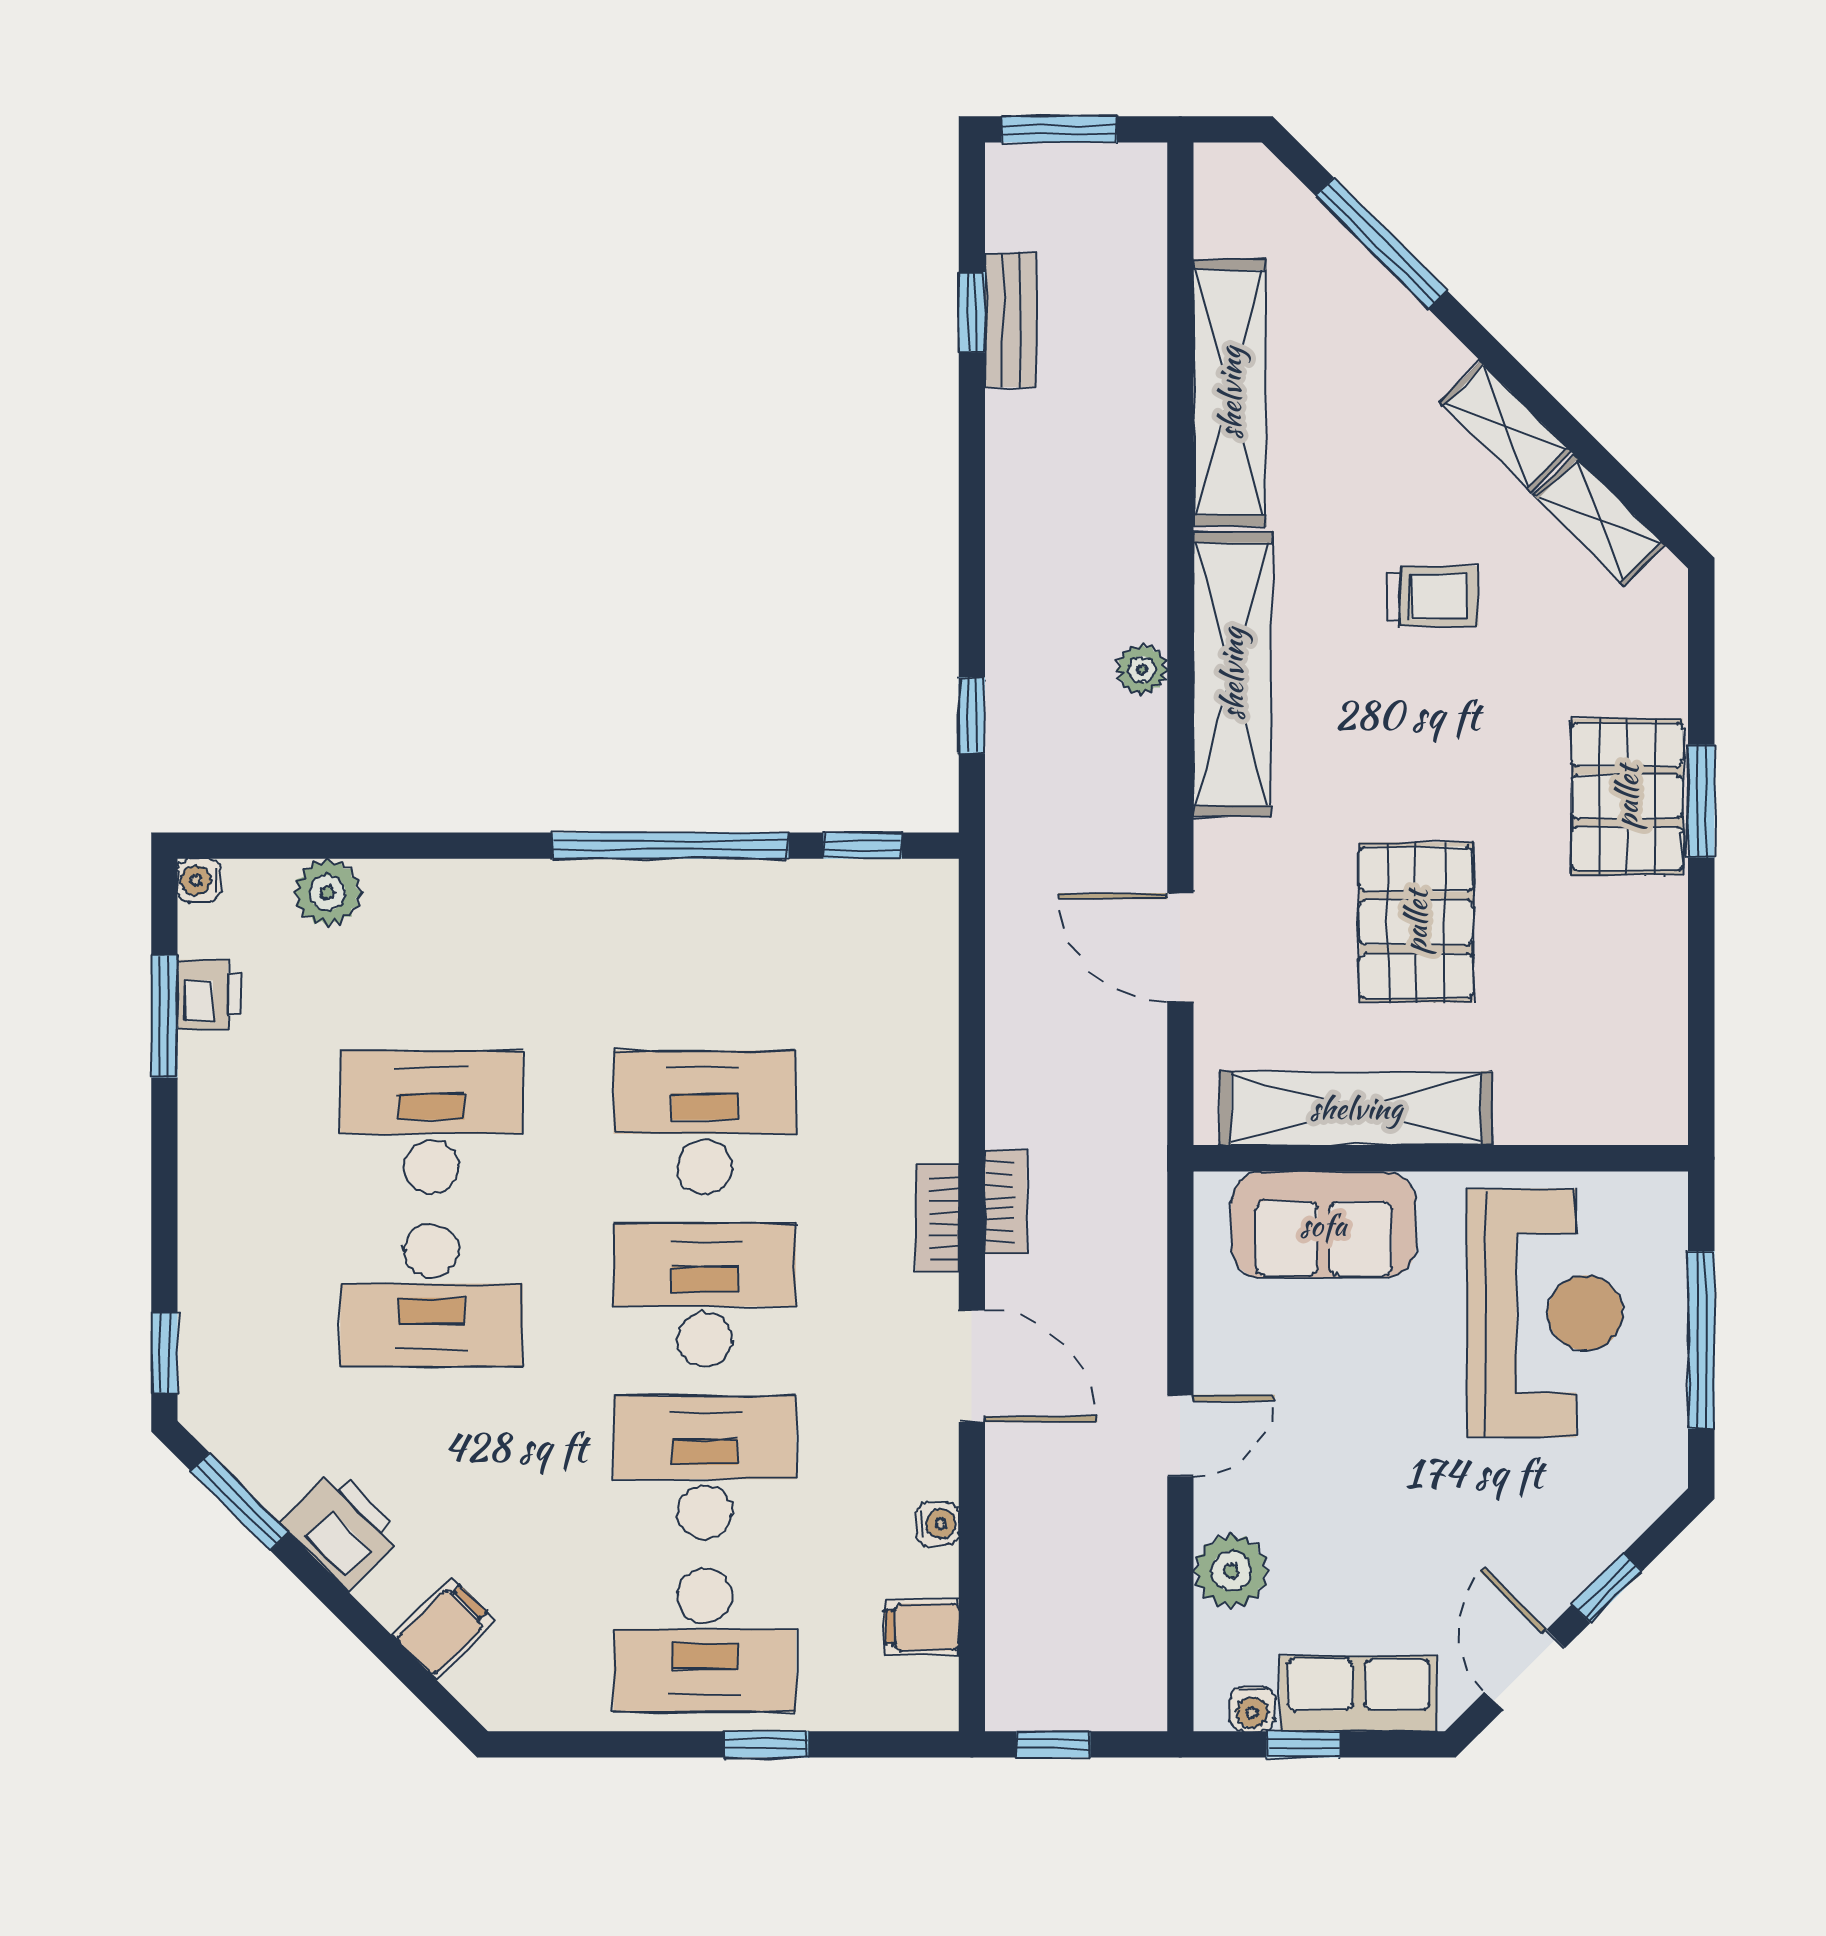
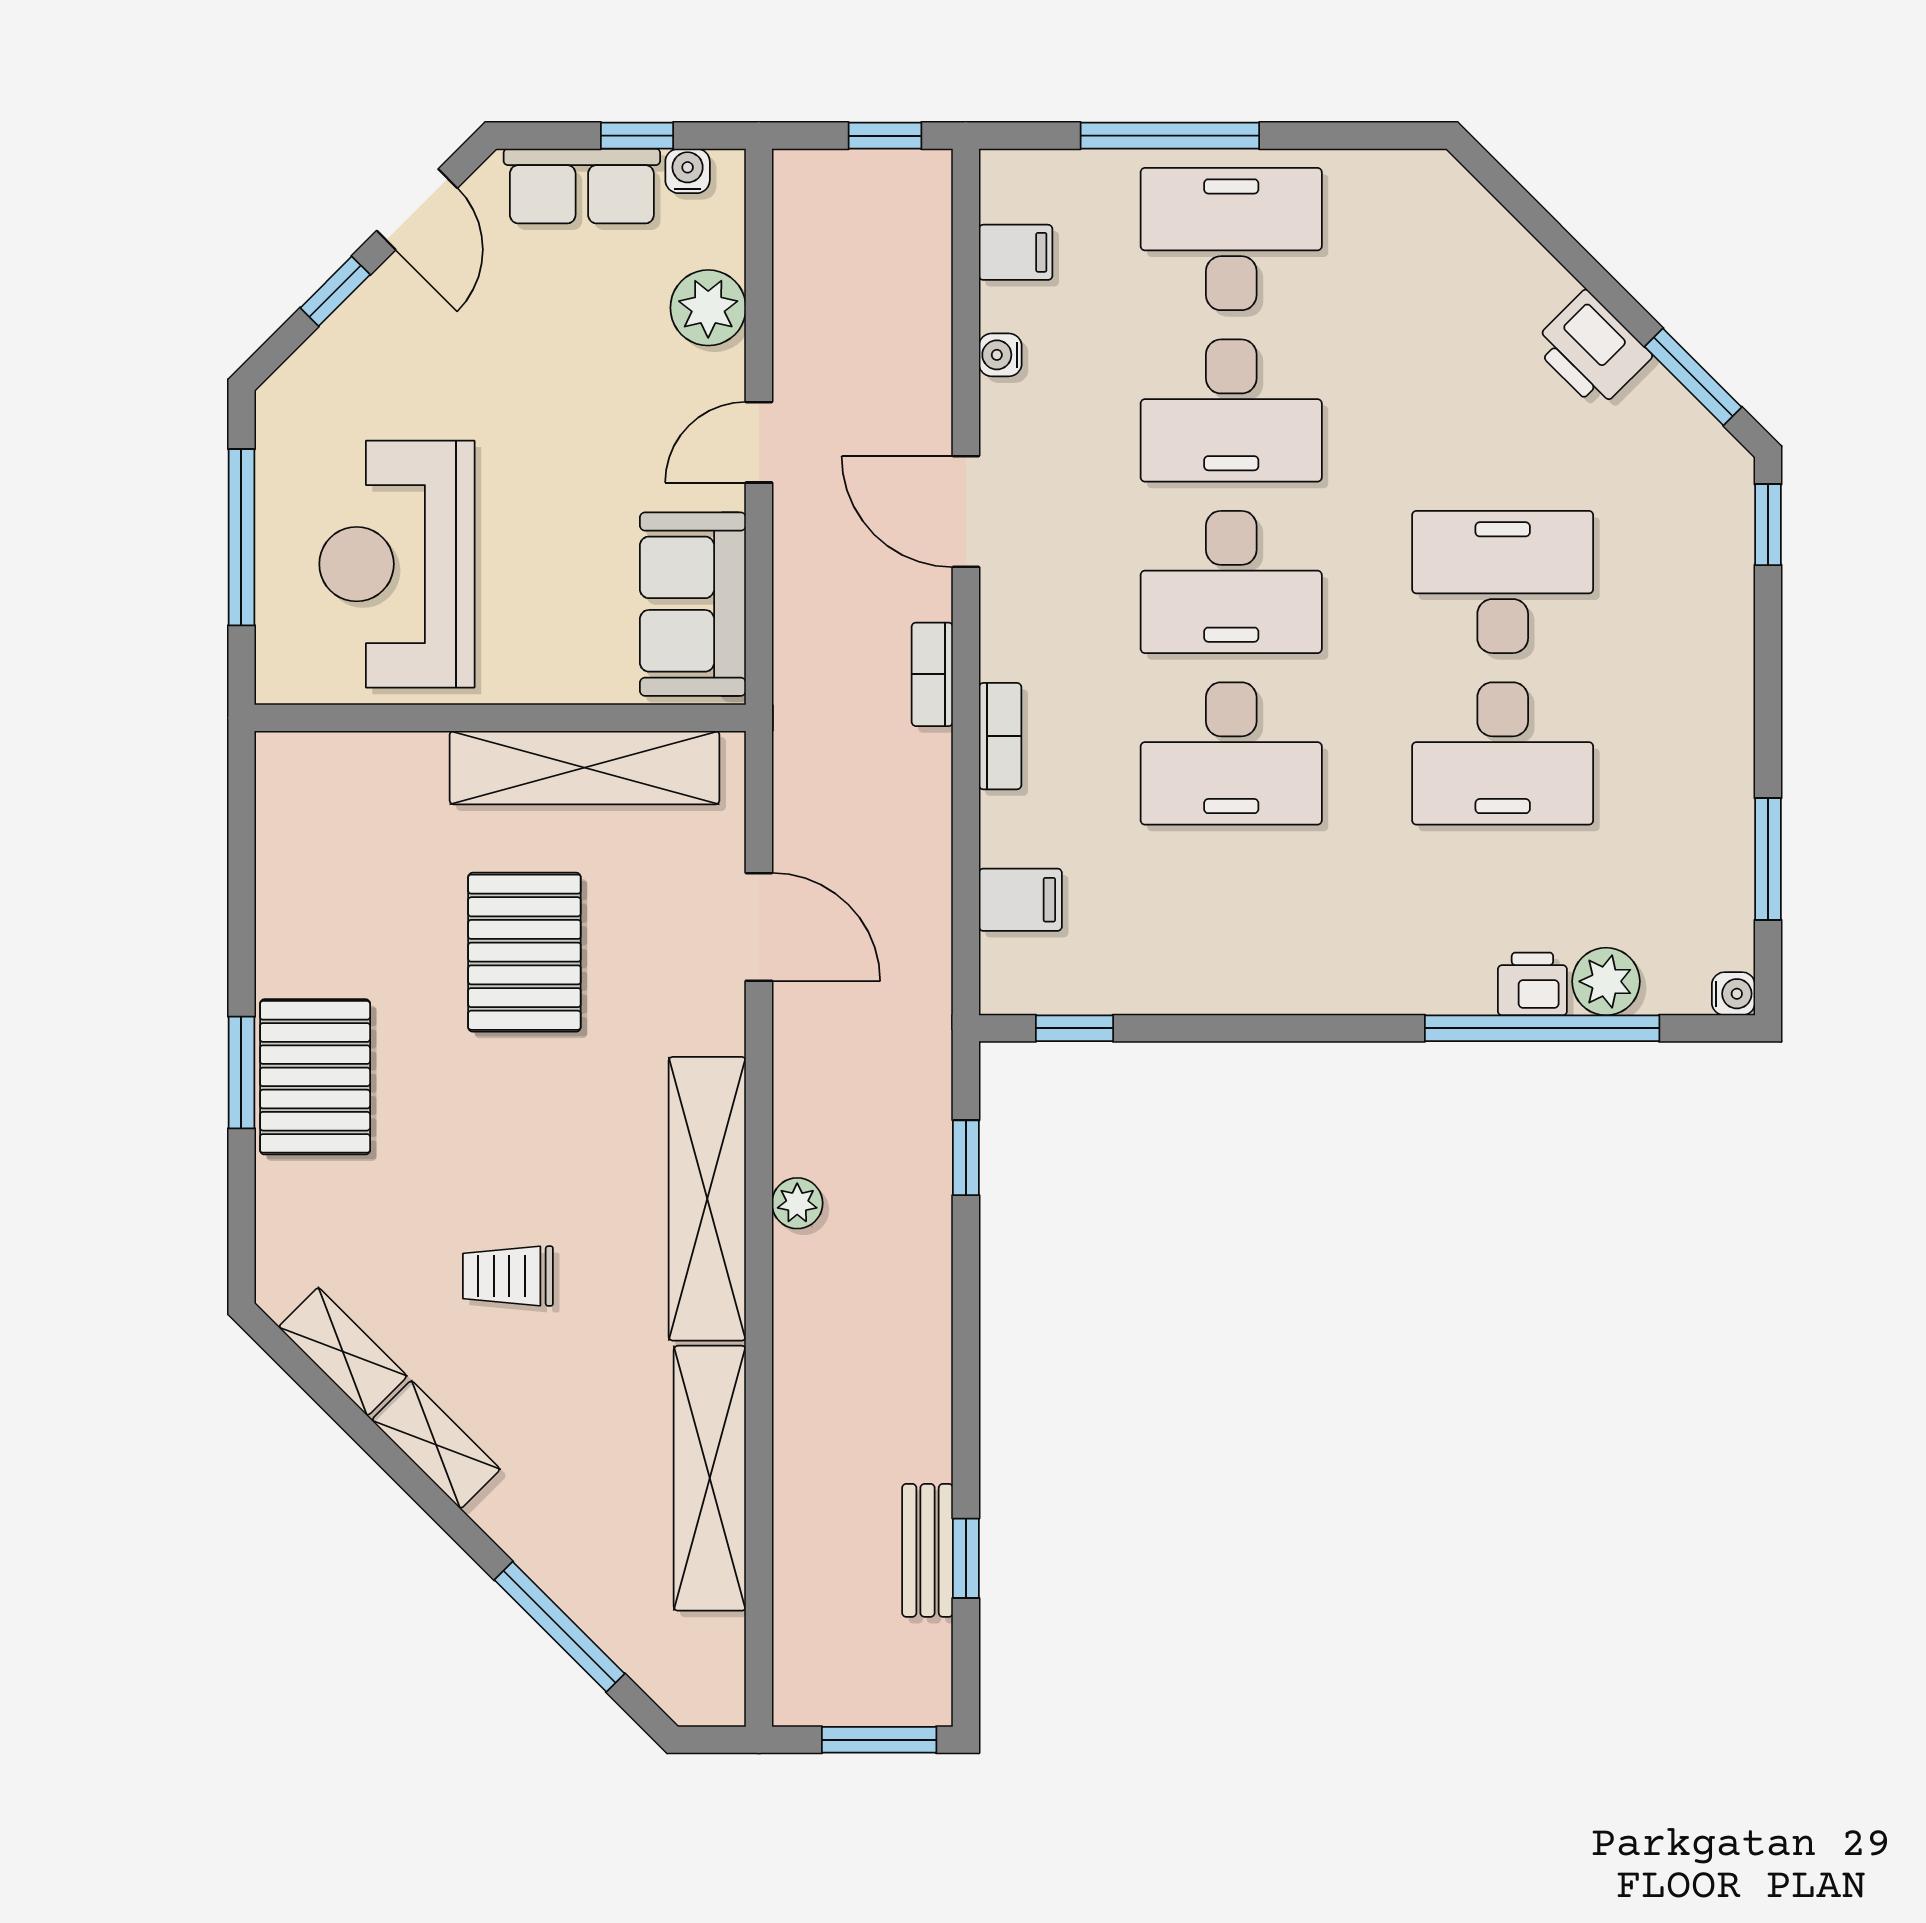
window: (670, 846) -> (1542, 1028), moved
printer: (209, 995) -> (1532, 984), moved, turned 90
bookcase: (937, 1218) -> (1000, 736), moved
sofa: (1323, 1225) -> (693, 604), moved, turned -90
filing cabinet: (444, 1628) -> (1020, 900), moved, turned -135
window: (767, 1744) -> (1170, 136), width x2.17

